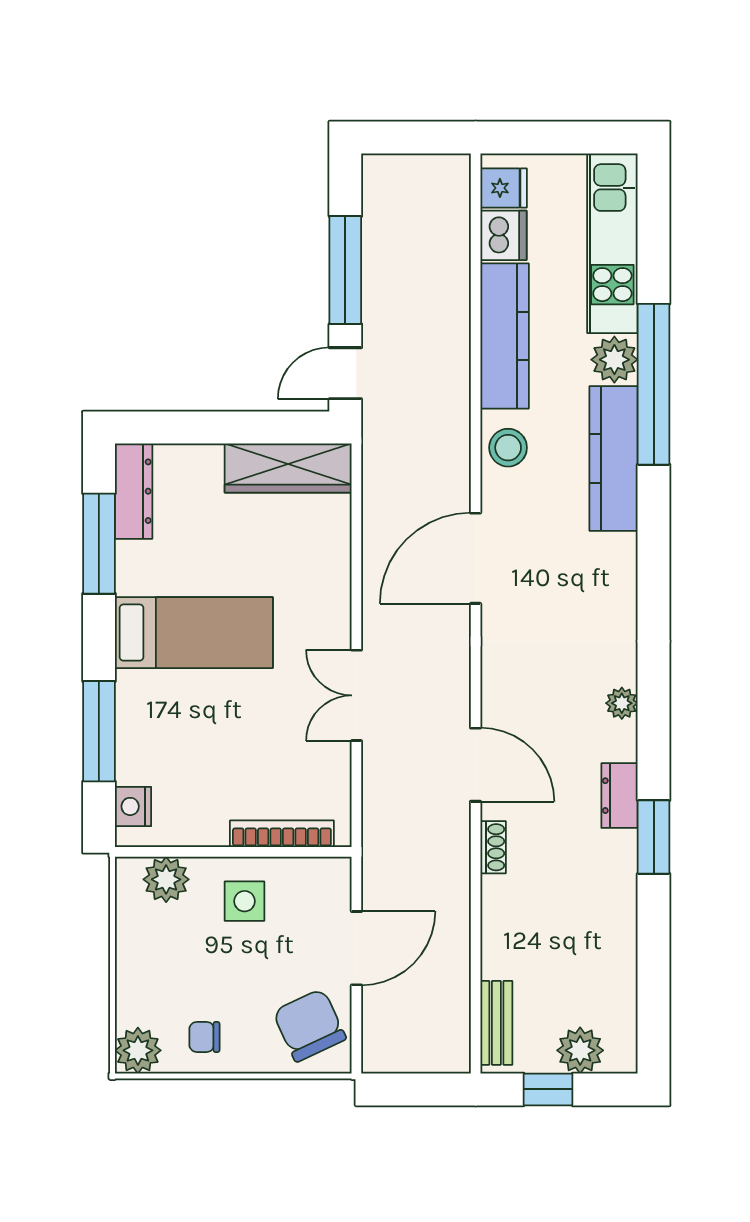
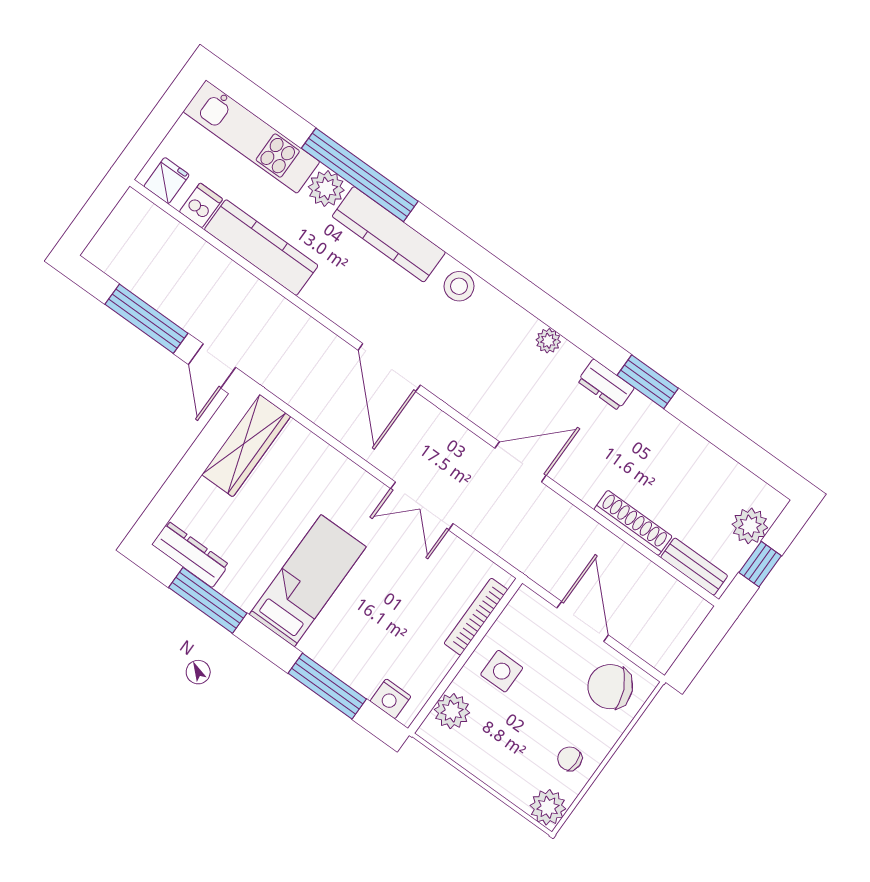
dishwasher: (503, 235) -> (201, 205), width x0.73
stool: (508, 448) -> (459, 286), moved
shoe rack: (493, 847) -> (633, 523), moved, width x1.94, depth x1.24
chair: (204, 1037) -> (570, 759), turned 90

